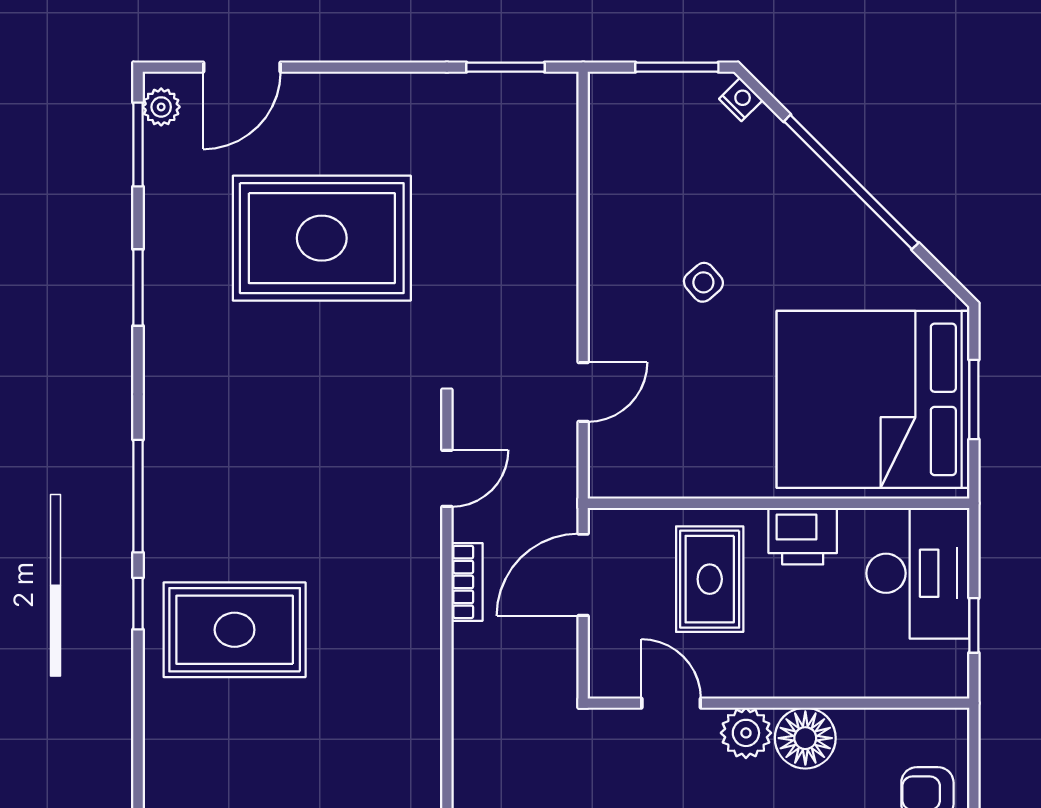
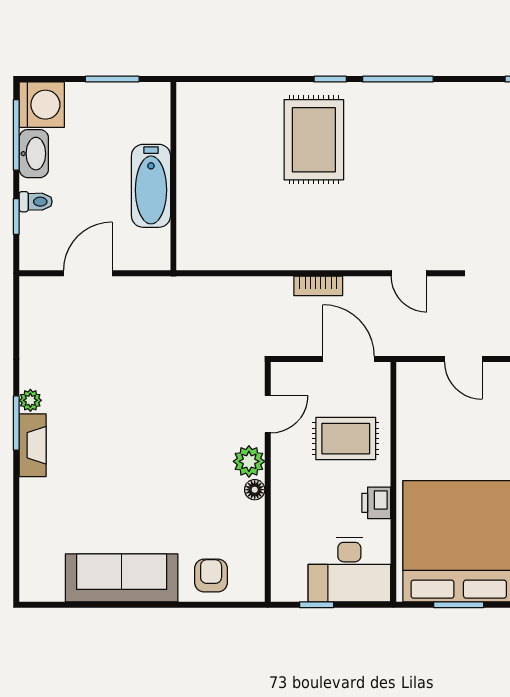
printer: (803, 536) -> (376, 503), width x0.73, depth x0.81
bookcase: (467, 582) -> (318, 286), moved
floor lamp: (805, 738) -> (255, 490), width x0.53, depth x0.53

